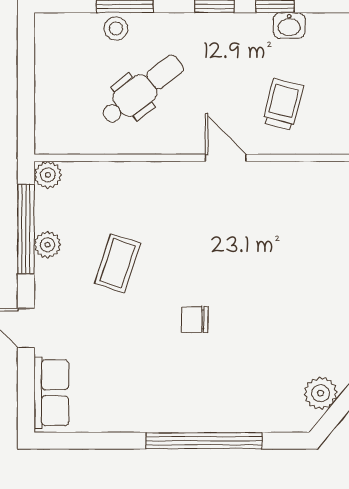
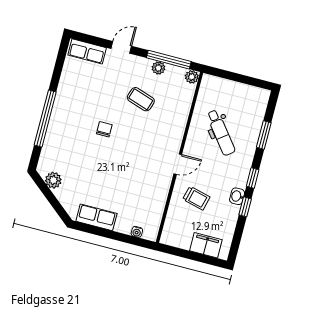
washbasin: (289, 25) -> (237, 196), moved
stool: (116, 28) -> (253, 128), removed

